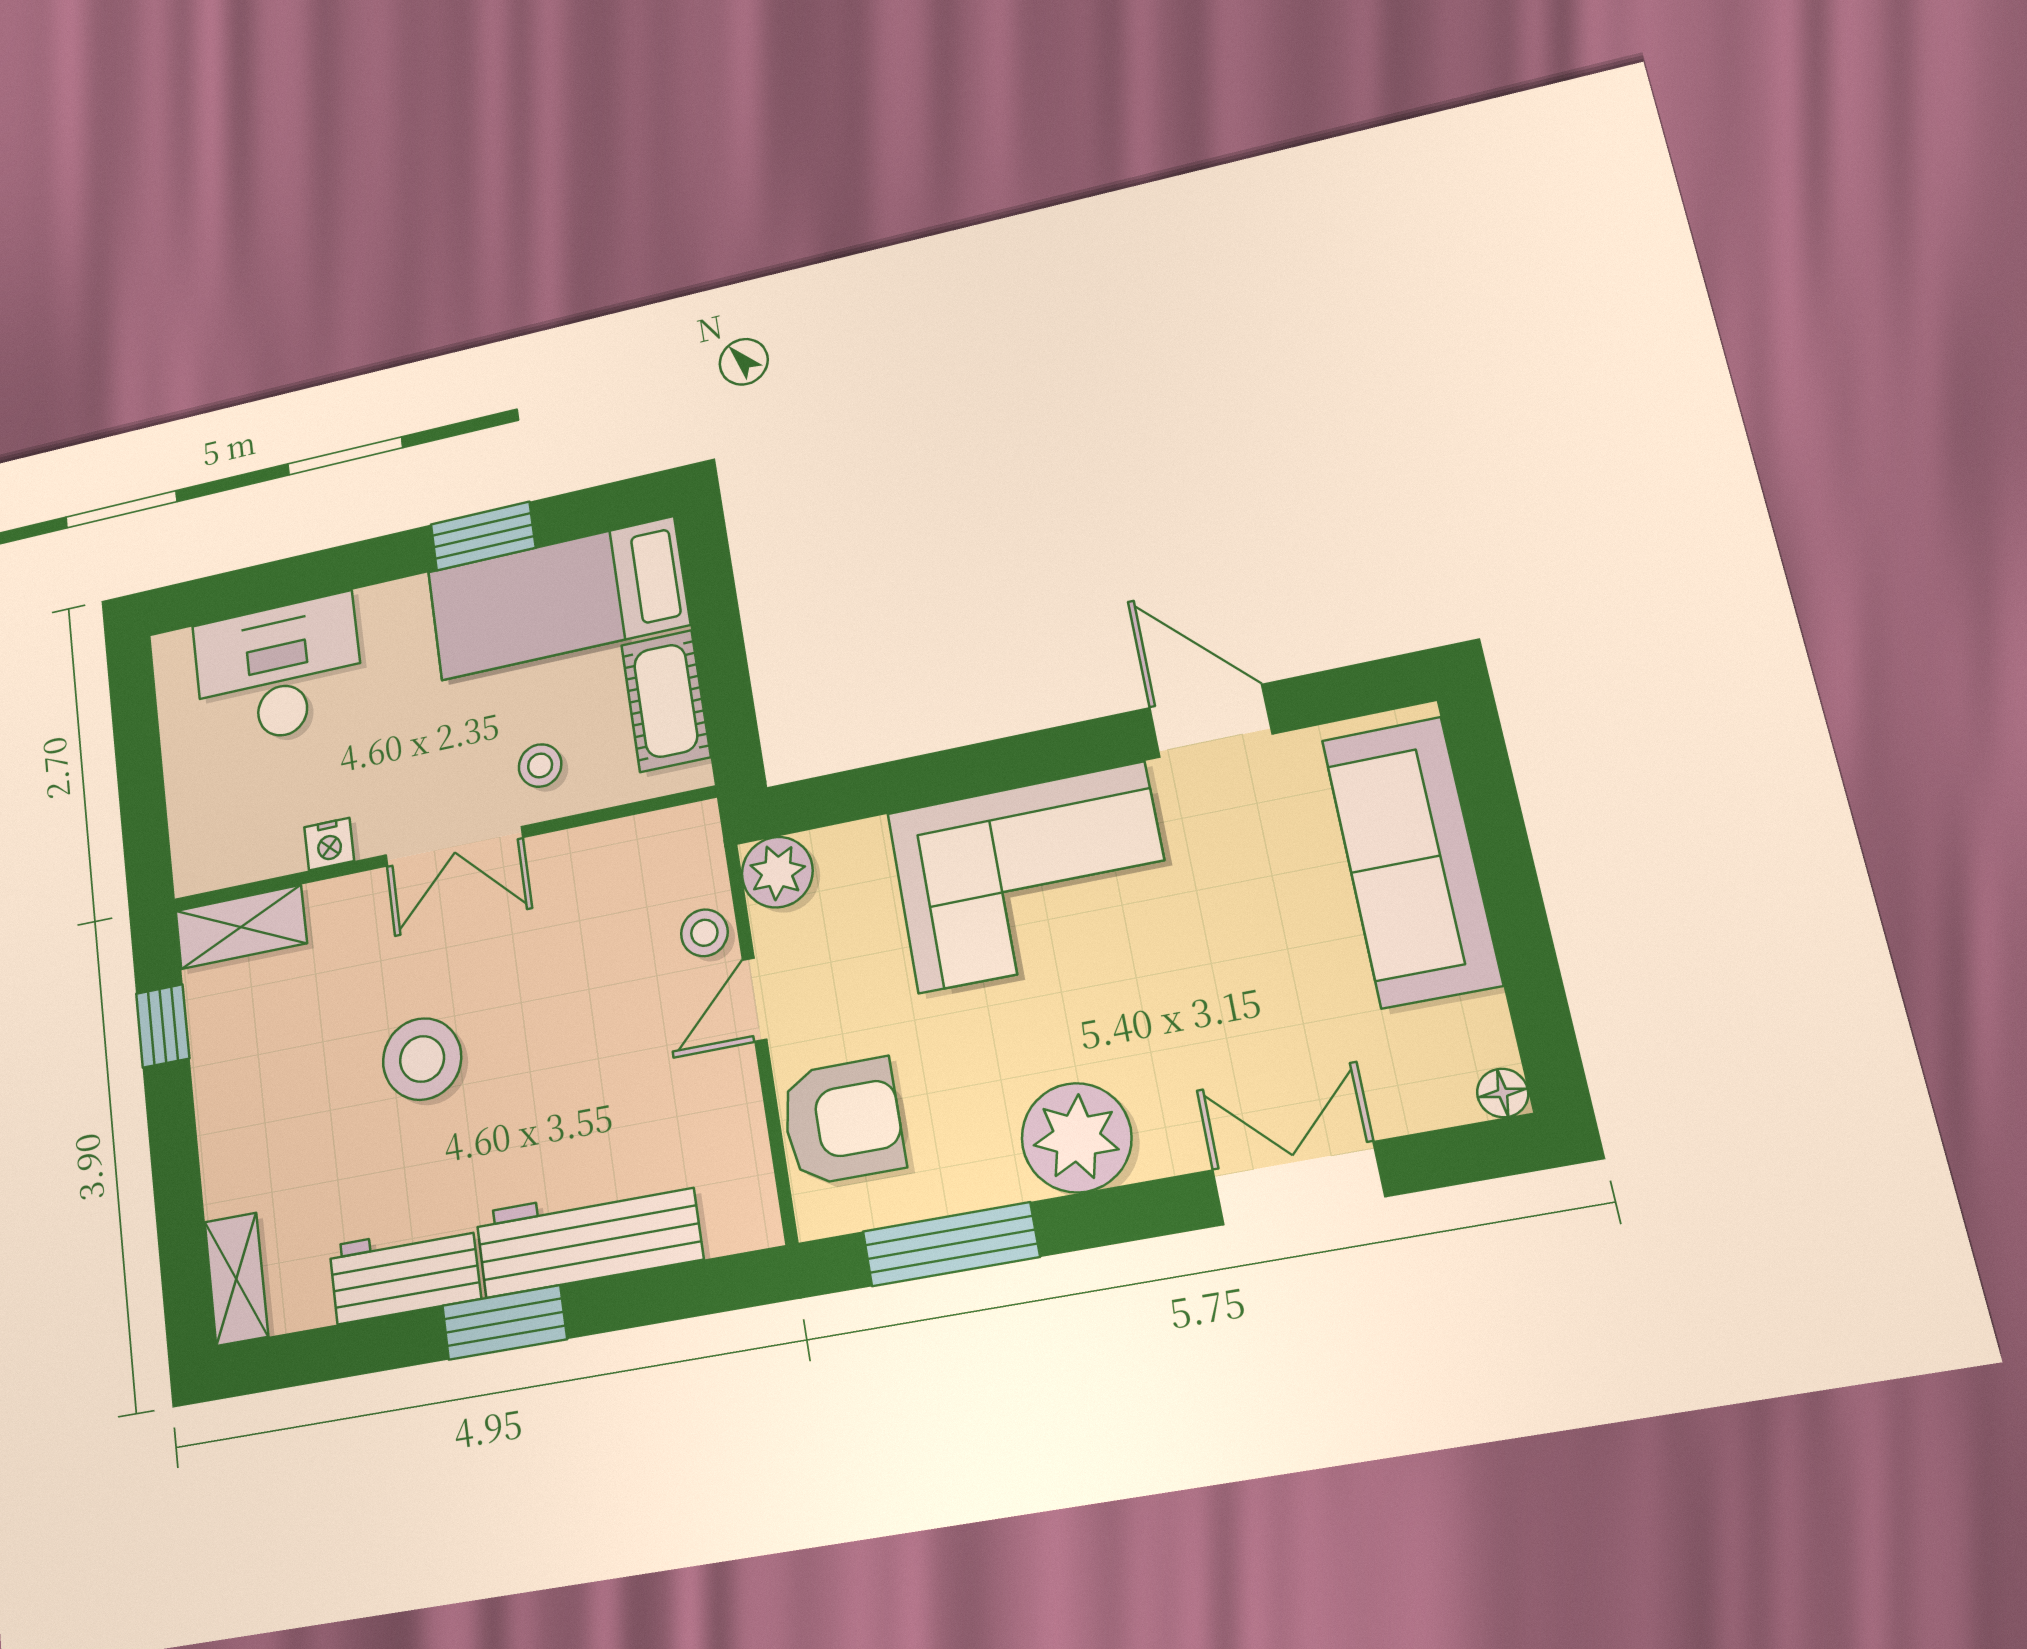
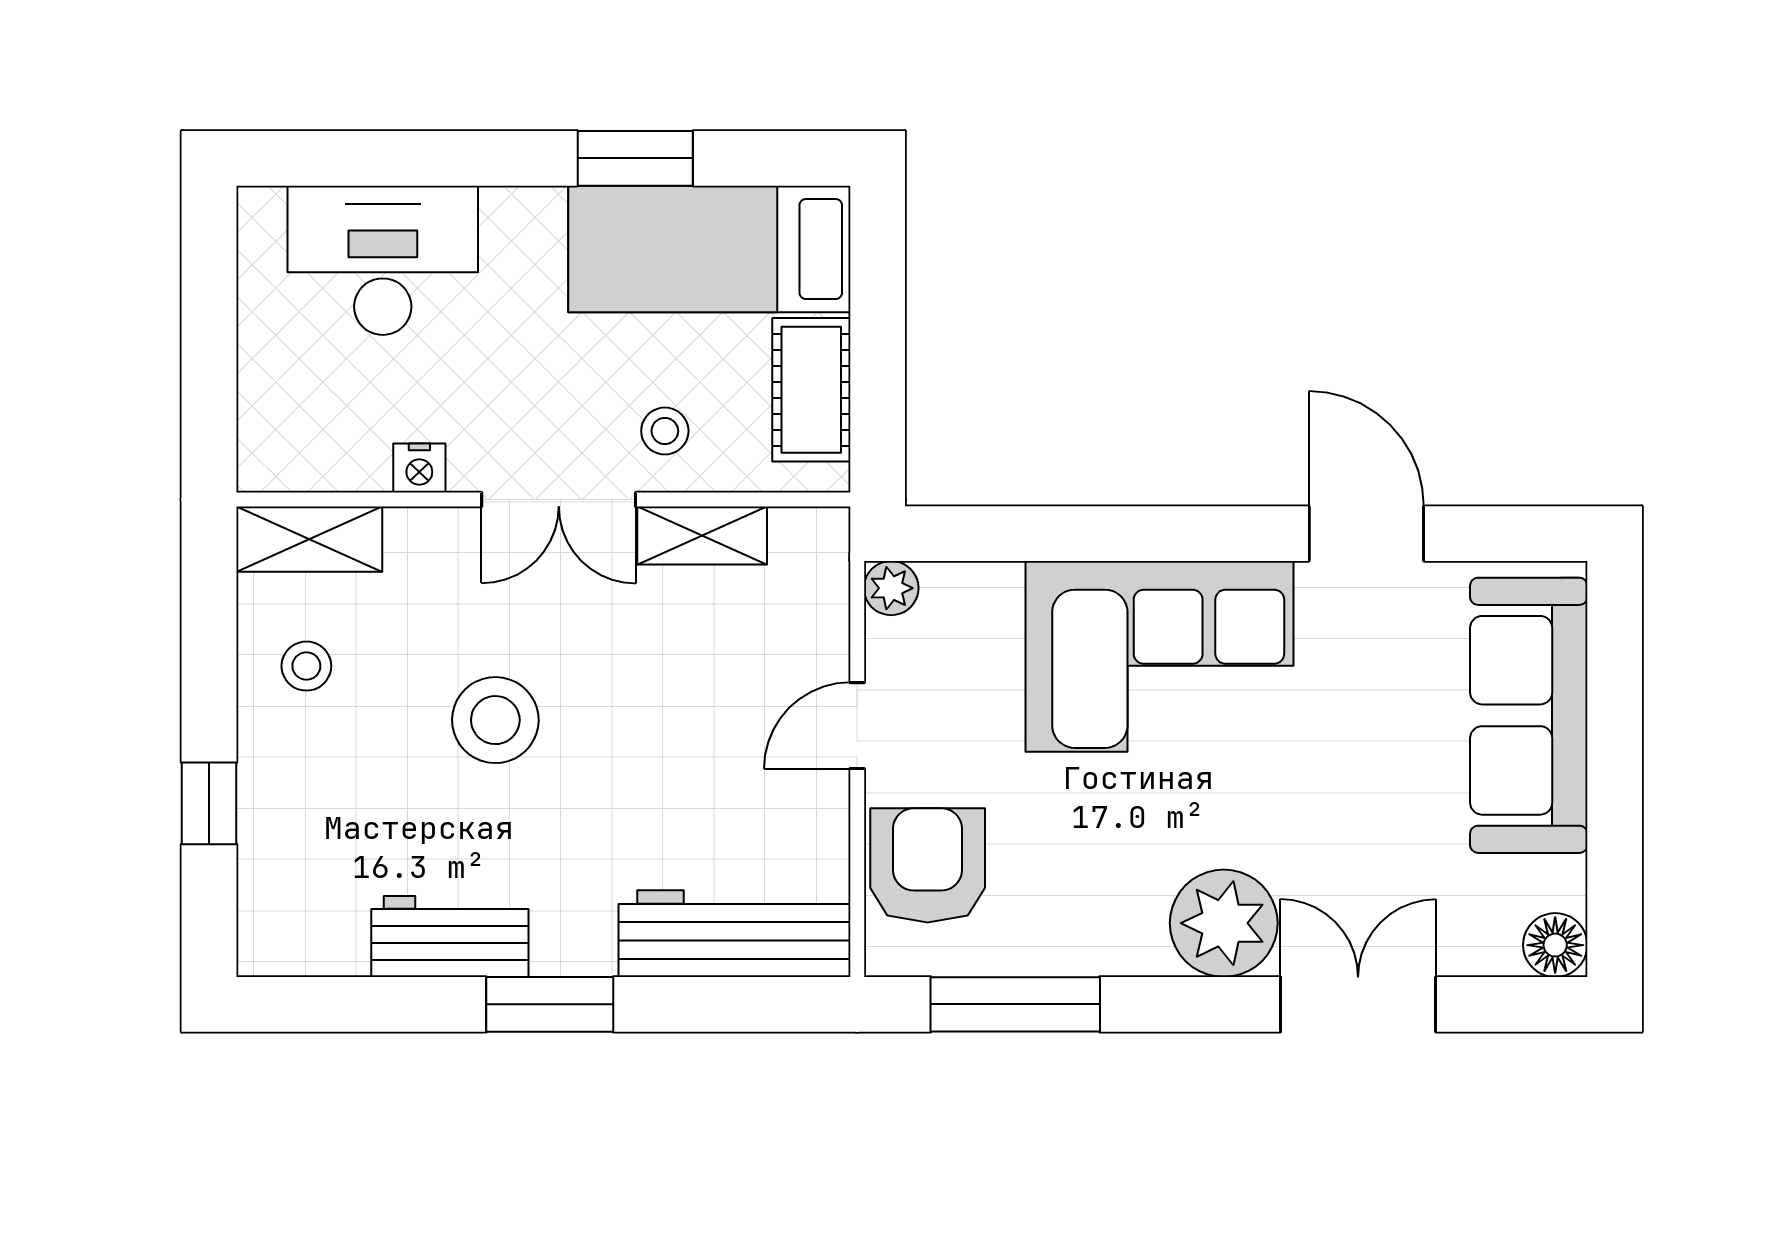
plant: (777, 872) -> (891, 588), width x0.73, depth x0.73
stool: (704, 933) -> (306, 666), moved
window: (163, 1026) -> (209, 803), moved
floor lamp: (1503, 1093) -> (1555, 945), width x1.37, depth x1.37
armchair: (843, 1121) -> (928, 865), turned -90
plant: (1077, 1138) -> (1224, 923), moved
workbench: (589, 1236) -> (735, 934), moved
shelving: (236, 1279) -> (702, 535), moved, turned 90

